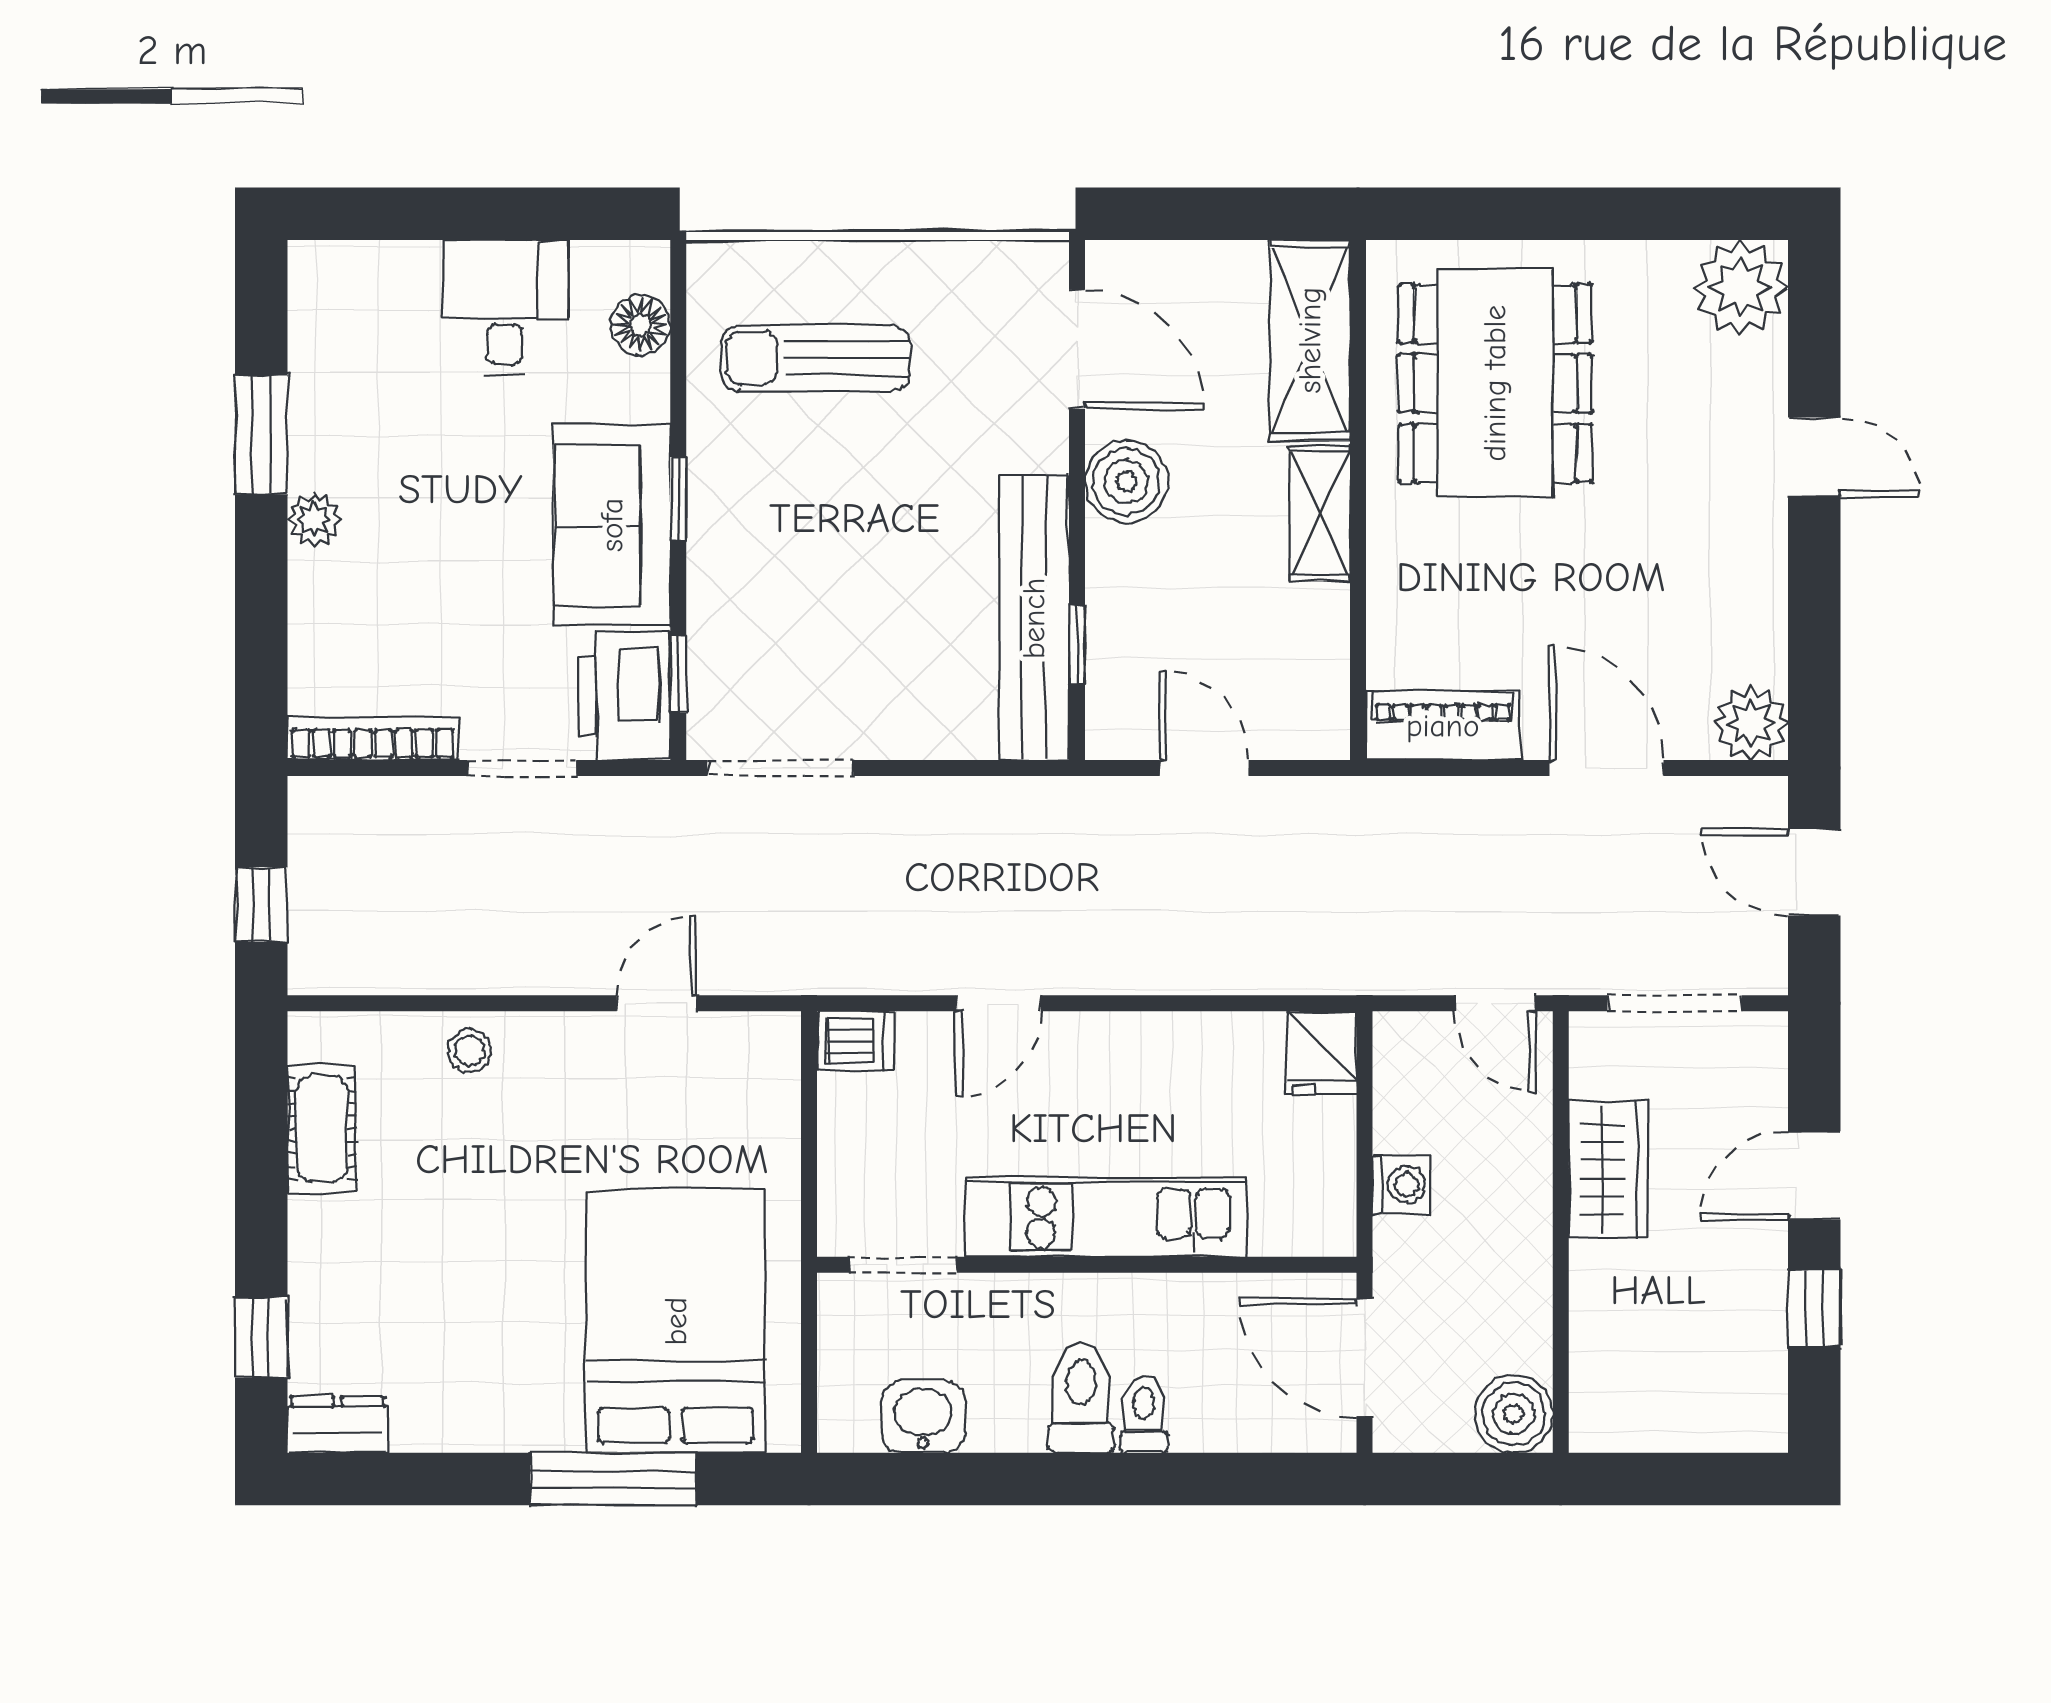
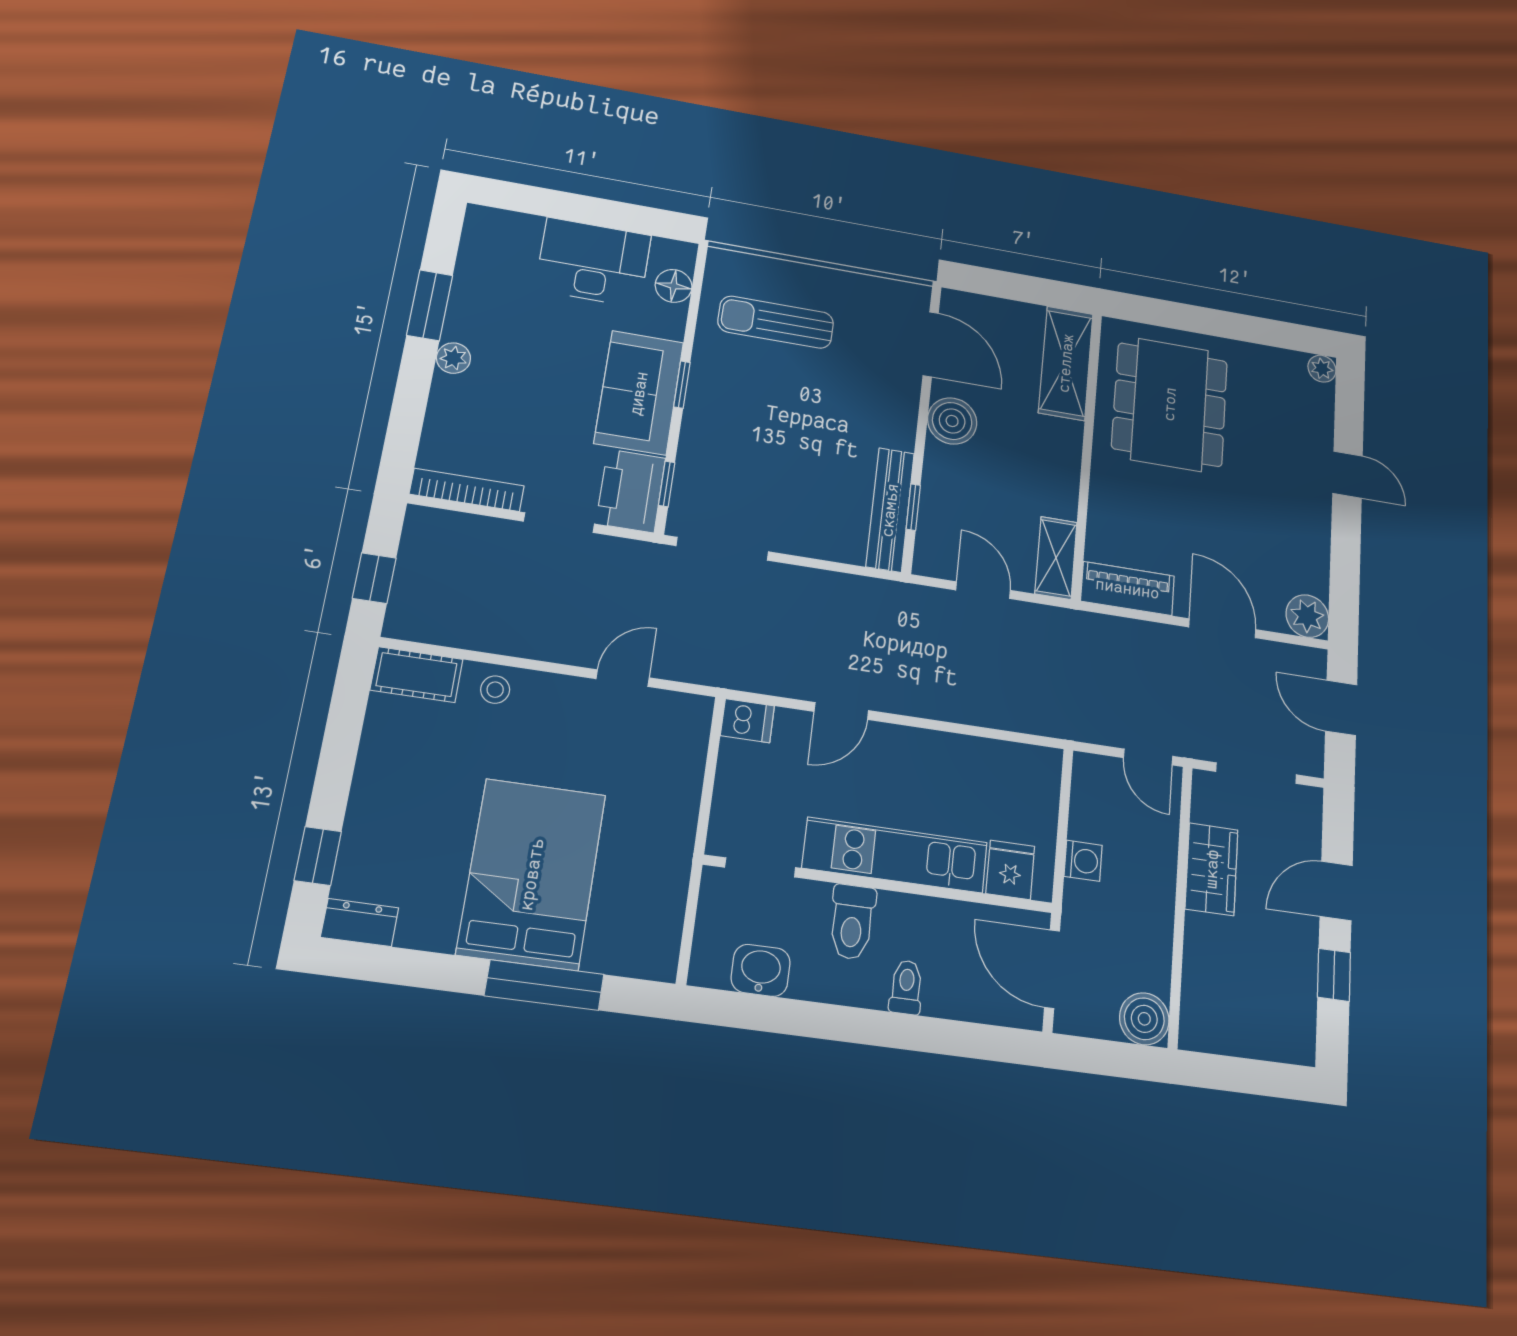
plant: (1740, 288) -> (1322, 369), width x0.53, depth x0.53
desk: (505, 308) -> (593, 262), width x1.37
shelving: (1320, 513) -> (1056, 558), moved
bench: (1034, 618) -> (890, 510), width x0.73, depth x0.82
fridge: (1322, 1053) -> (1010, 870), moved, turned 180
cot: (322, 1129) -> (417, 675), moved, turned 90
bed: (676, 1321) -> (532, 874), moved
toilet: (1081, 1398) -> (852, 922), moved, turned 180

